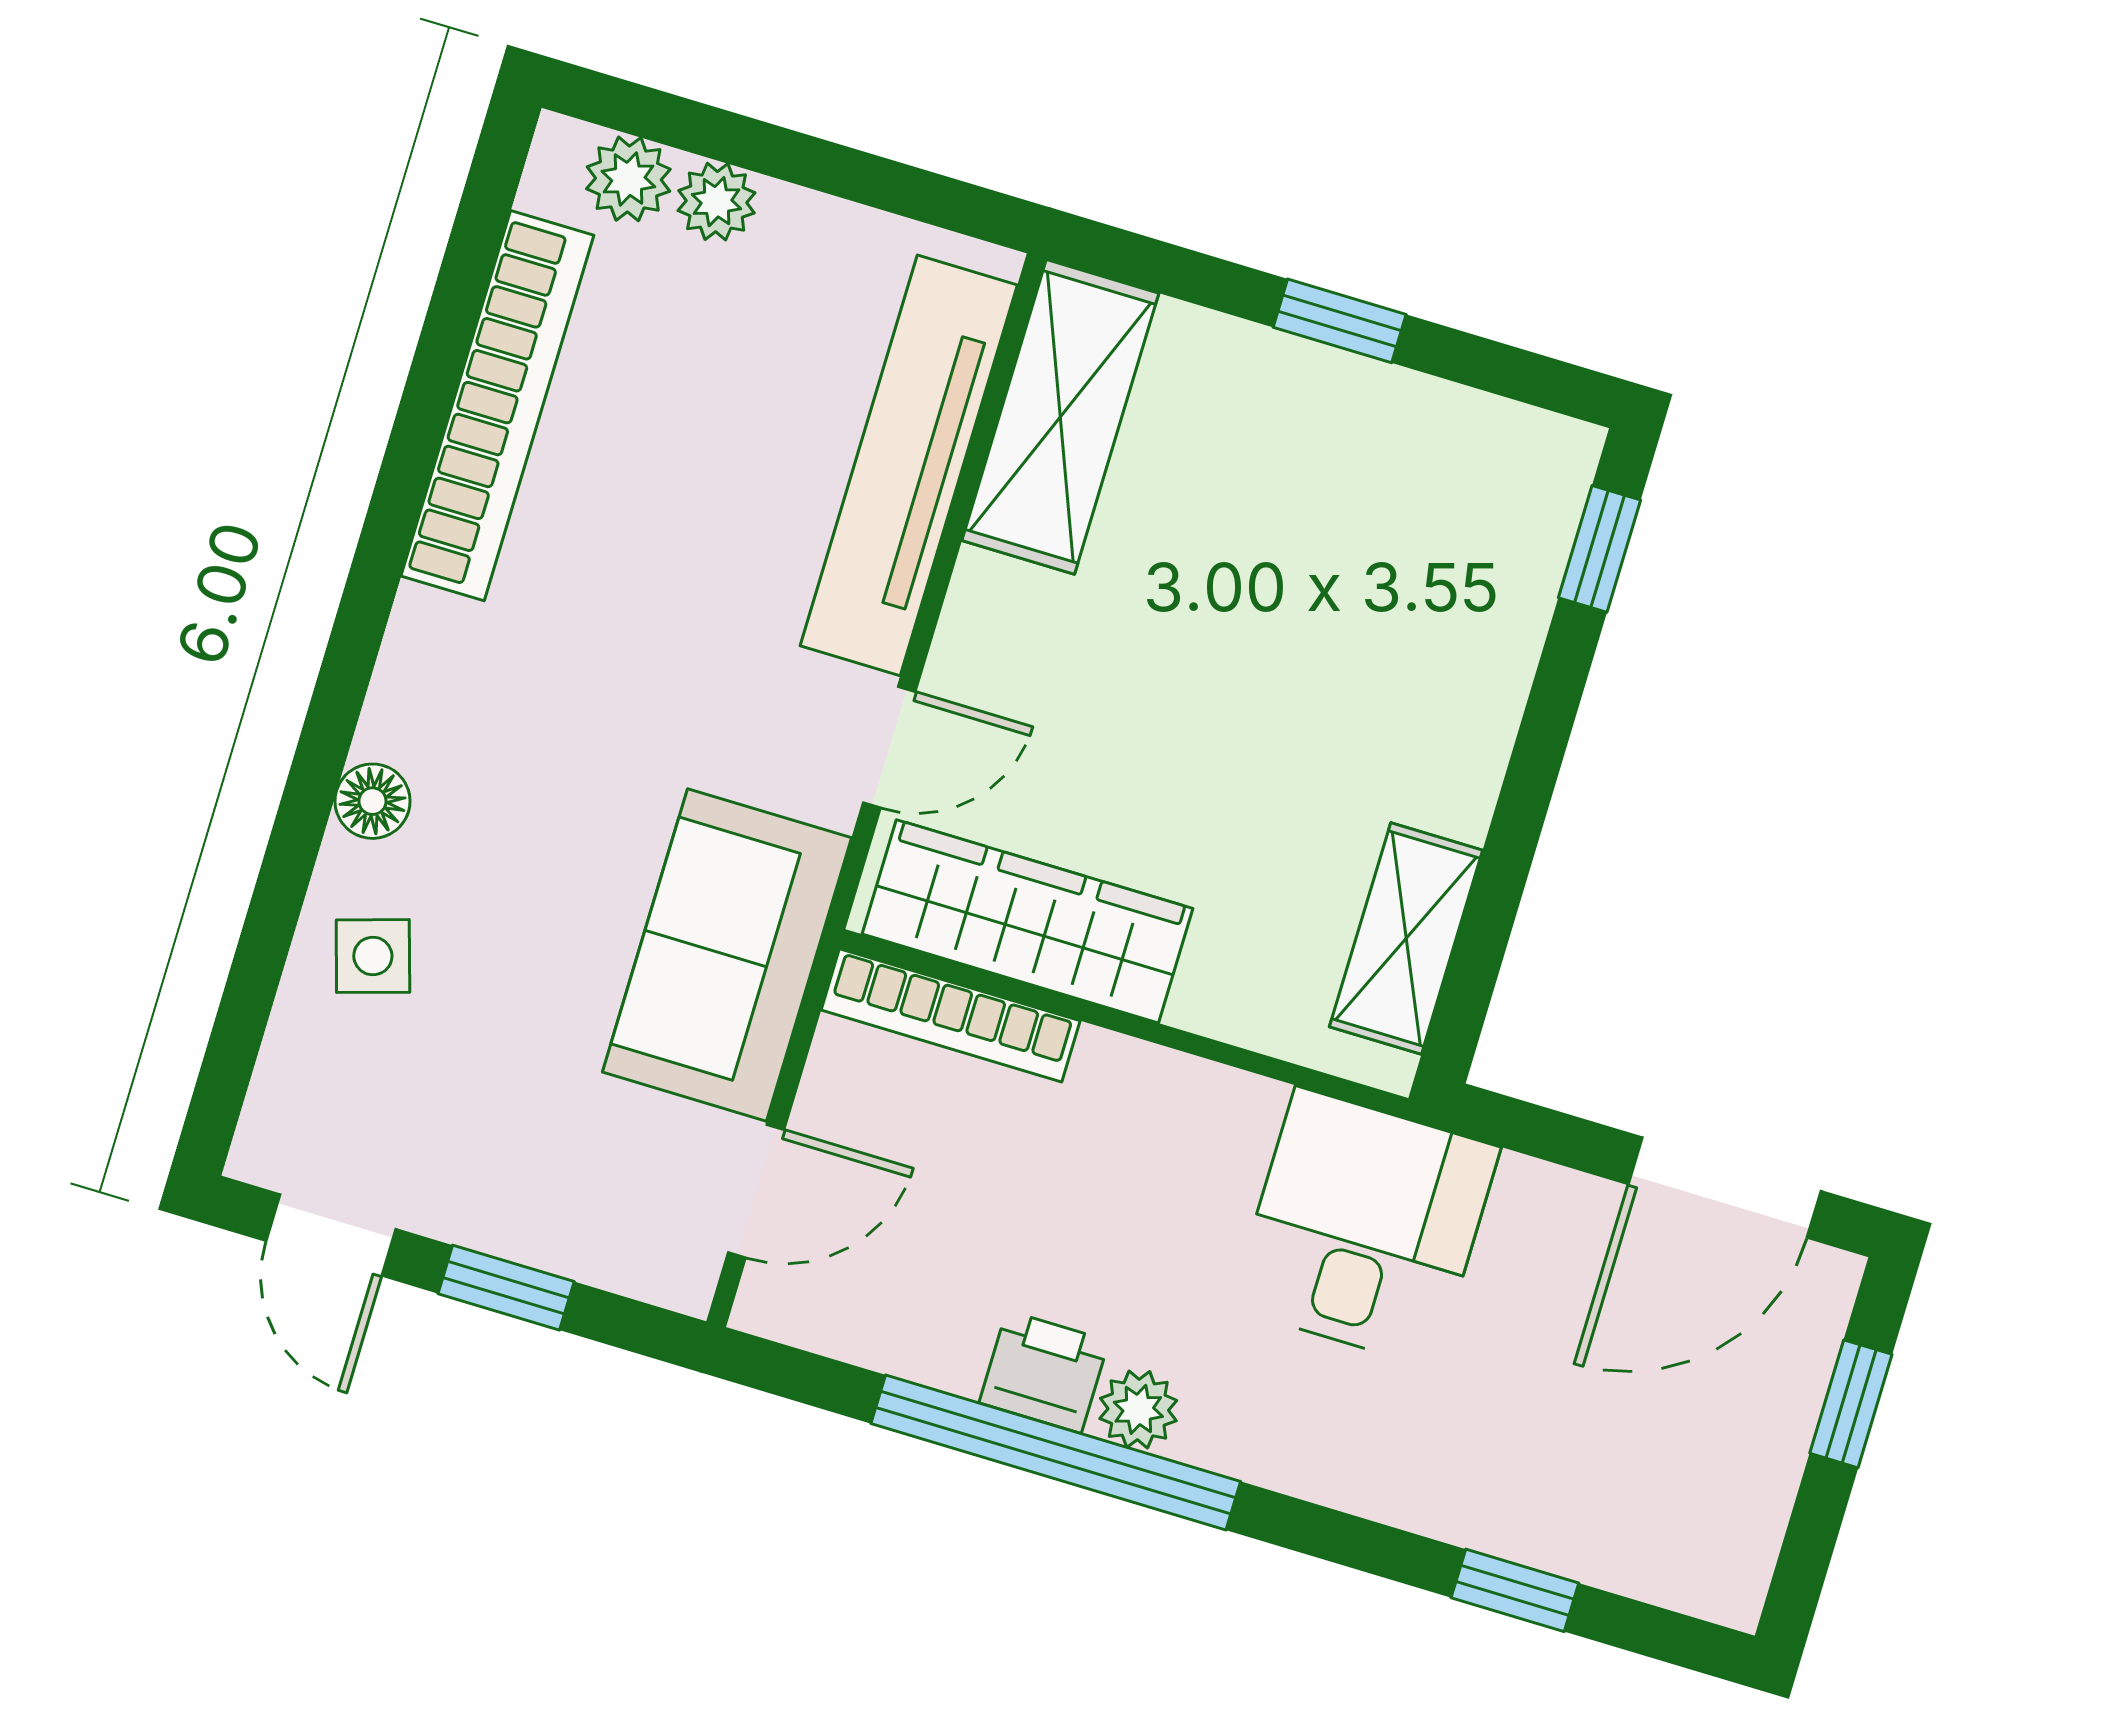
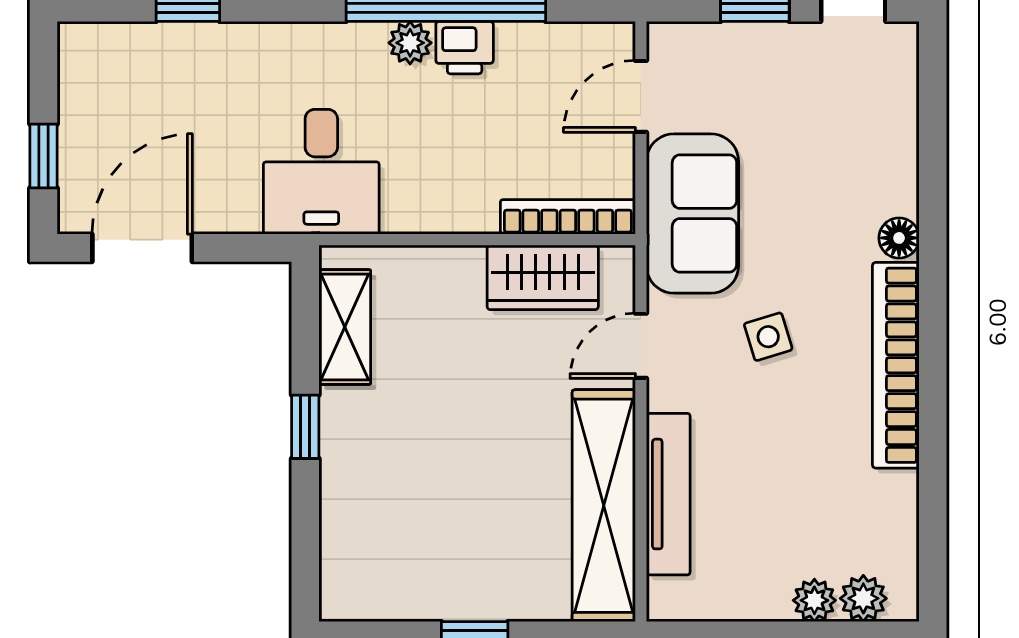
bookcase: (497, 406) -> (896, 365), moved
shelving: (1060, 417) -> (604, 506), width x1.47
tv unit: (909, 465) -> (668, 494), width x0.73, depth x0.78
window: (1600, 549) -> (305, 427), moved
wardrobe: (1027, 921) -> (543, 277), width x0.67
side table: (373, 956) -> (768, 337), moved

